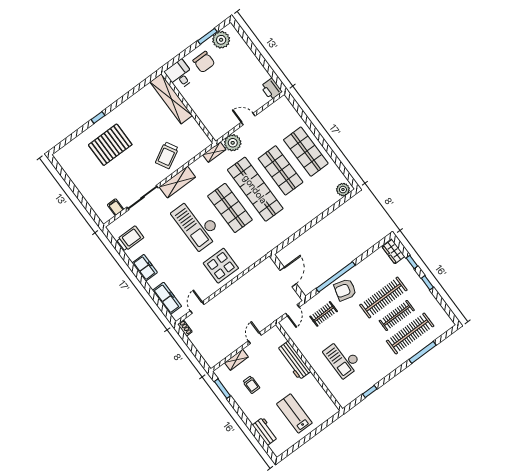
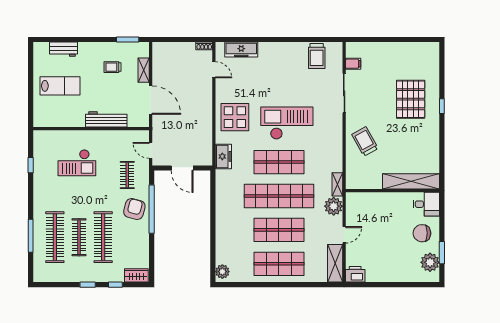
shelving: (177, 182) -> (335, 263), moved
freezer: (145, 268) -> (223, 156), moved, turned -90
door: (255, 338) -> (151, 100), width x1.87
checkout: (342, 358) -> (77, 163), turned 180

